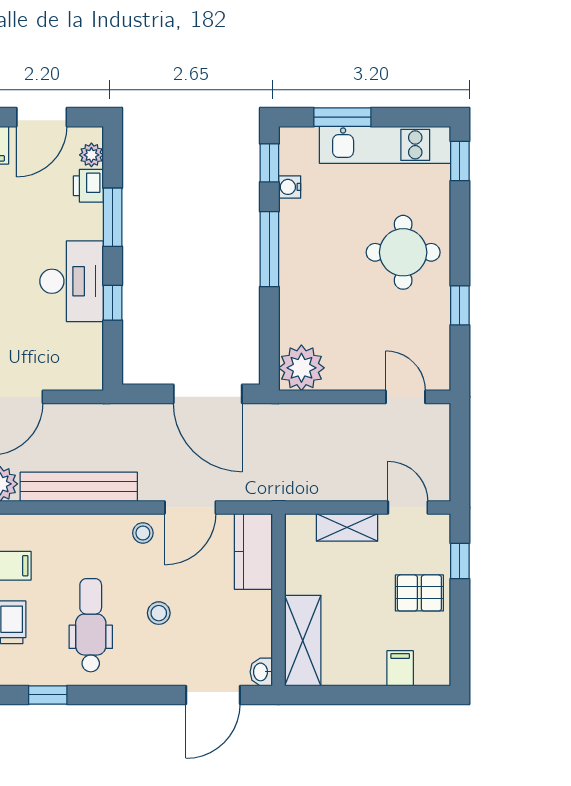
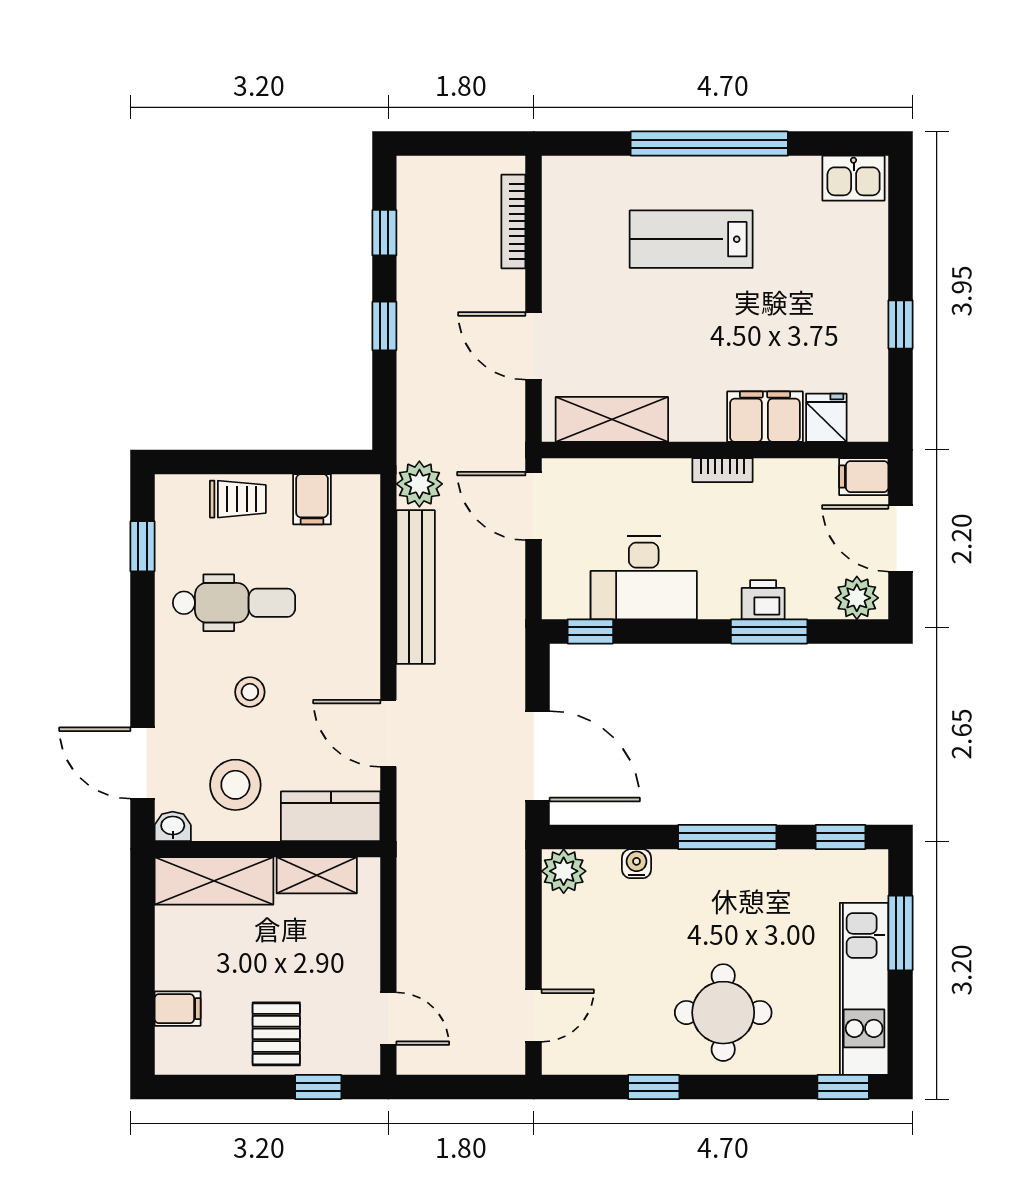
plant: (91, 155) -> (857, 598), width x1.38, depth x1.38
printer: (88, 186) -> (763, 600), moved
water cooler: (290, 187) -> (637, 864), moved
desk: (72, 281) -> (644, 578), moved
window: (113, 303) -> (590, 631), moved
plant: (301, 368) -> (564, 871), width x0.73, depth x0.73
door: (208, 394) -> (538, 756), swing flipped
door: (408, 508) -> (388, 1019), hinge flipped
shelving: (347, 527) -> (317, 875), moved, turned 90
stool: (143, 533) -> (235, 785), moved, width x1.89, depth x1.89

